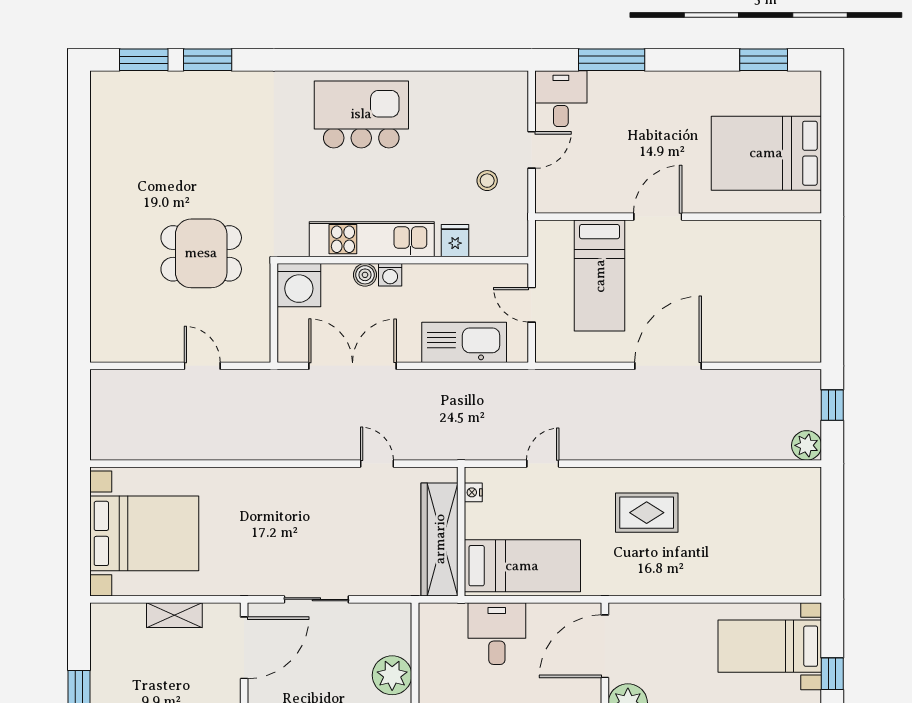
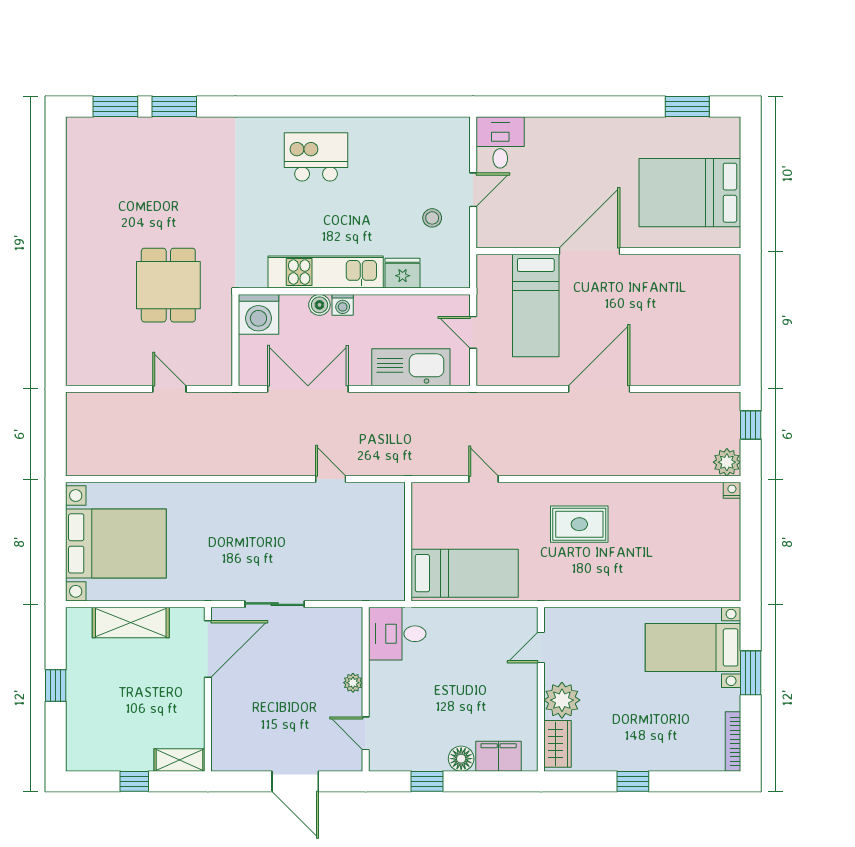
window: (612, 60) -> (547, 106), removed
kitchen island: (361, 114) -> (316, 157), width x0.73, depth x0.78
door: (658, 217) -> (589, 251), width x1.36
fridge: (455, 241) -> (403, 273), width x1.38
dining table: (201, 253) -> (168, 285), turned 90
door: (543, 464) -> (483, 479), hinge flipped
nightstand: (473, 492) -> (732, 490), moved, turned 90
wardrobe: (440, 539) -> (388, 549), removed
shelving: (174, 615) -> (131, 623), width x1.50, depth x1.33
desk: (497, 634) -> (397, 634), moved, turned -90
door: (605, 646) -> (541, 648), width x0.53
window: (832, 674) -> (751, 673), width x1.50
plant: (392, 675) -> (353, 683), width x0.53, depth x0.53

